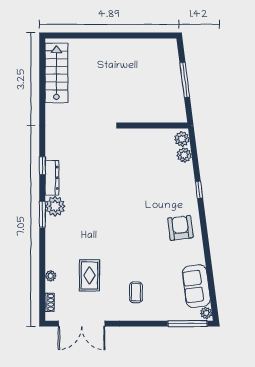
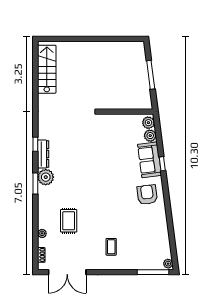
rug: (89, 275) -> (69, 221), moved
sofa: (196, 286) -> (149, 160), moved

